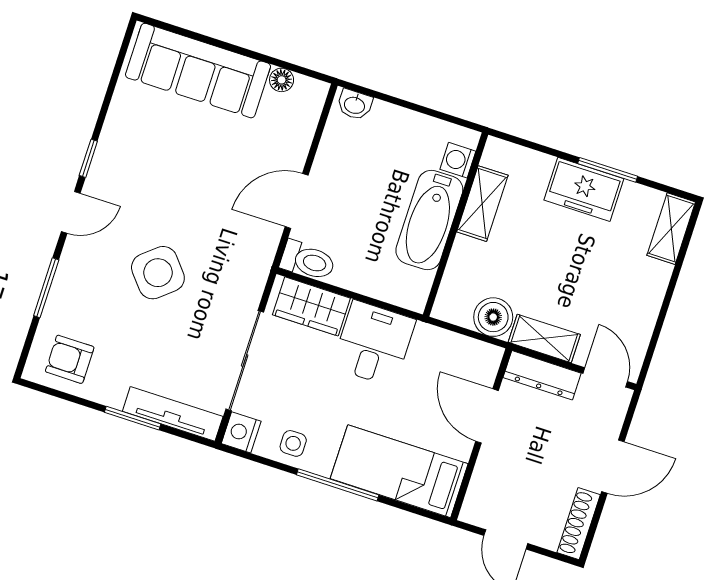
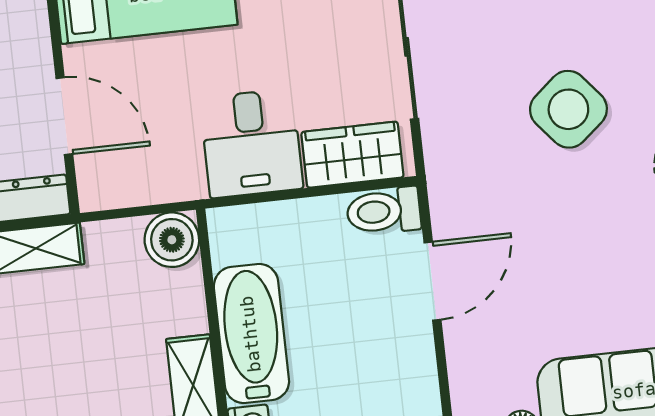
boiler: (493, 317) -> (172, 240), moved

